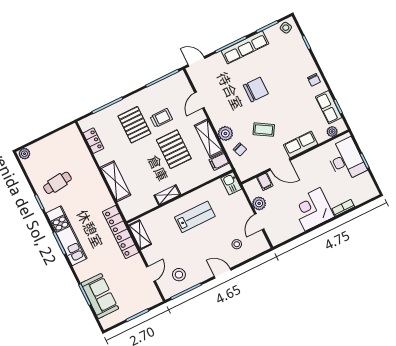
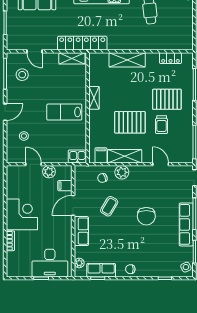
lab bench: (195, 217) -> (64, 112), turned 90

